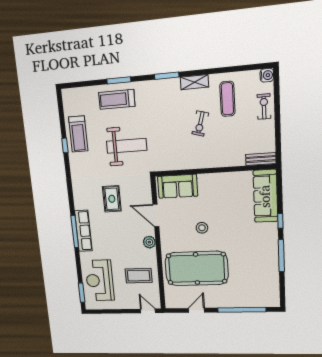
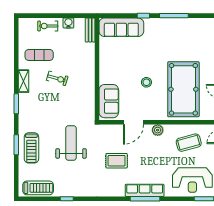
water cooler: (267, 75) -> (68, 23), moved
treadmill: (78, 134) -> (38, 188), moved
coffee table: (139, 276) -> (189, 143), turned 75

